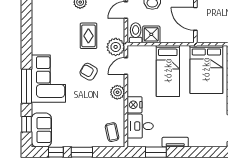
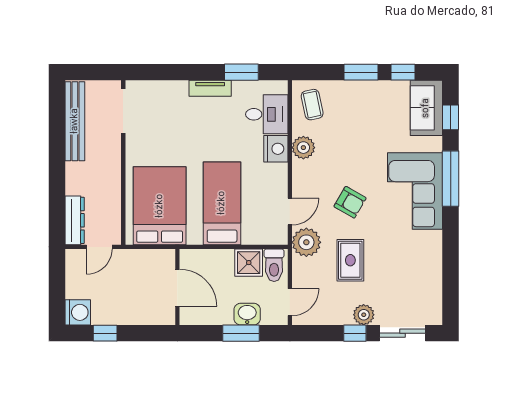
plant: (117, 92) -> (303, 148), moved

